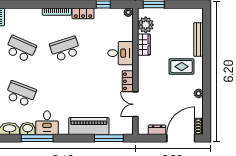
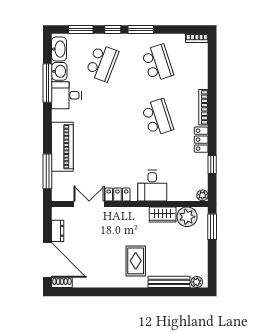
school desk: (21, 49) -> (157, 63), turned -42
plant: (199, 93) -> (197, 282), moved

